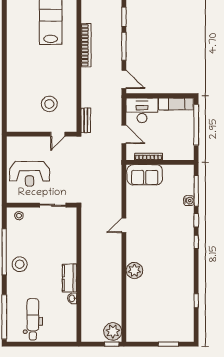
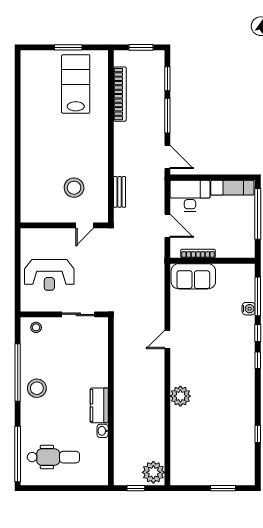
bookcase: (86, 45) -> (120, 94), moved
bench: (86, 120) -> (120, 192), moved
dental chair: (33, 319) -> (53, 457), turned 90
window: (112, 344) -> (136, 488), moved

